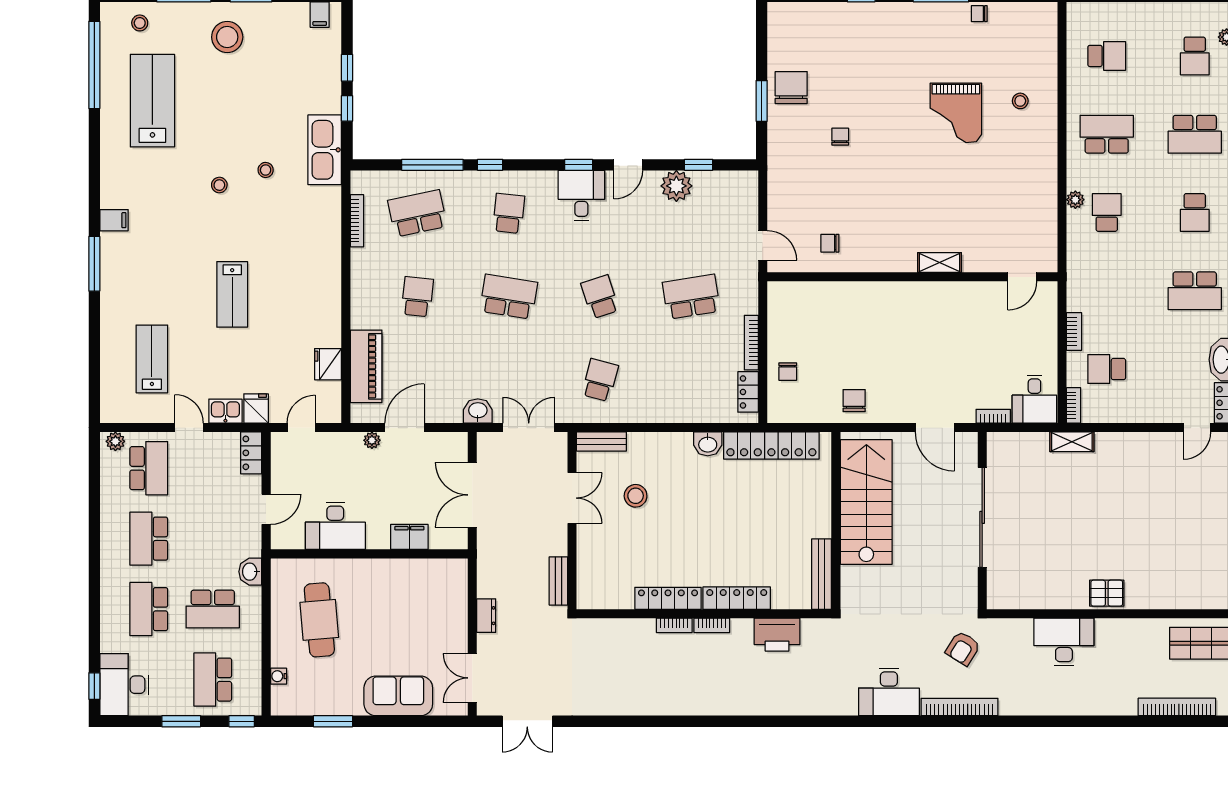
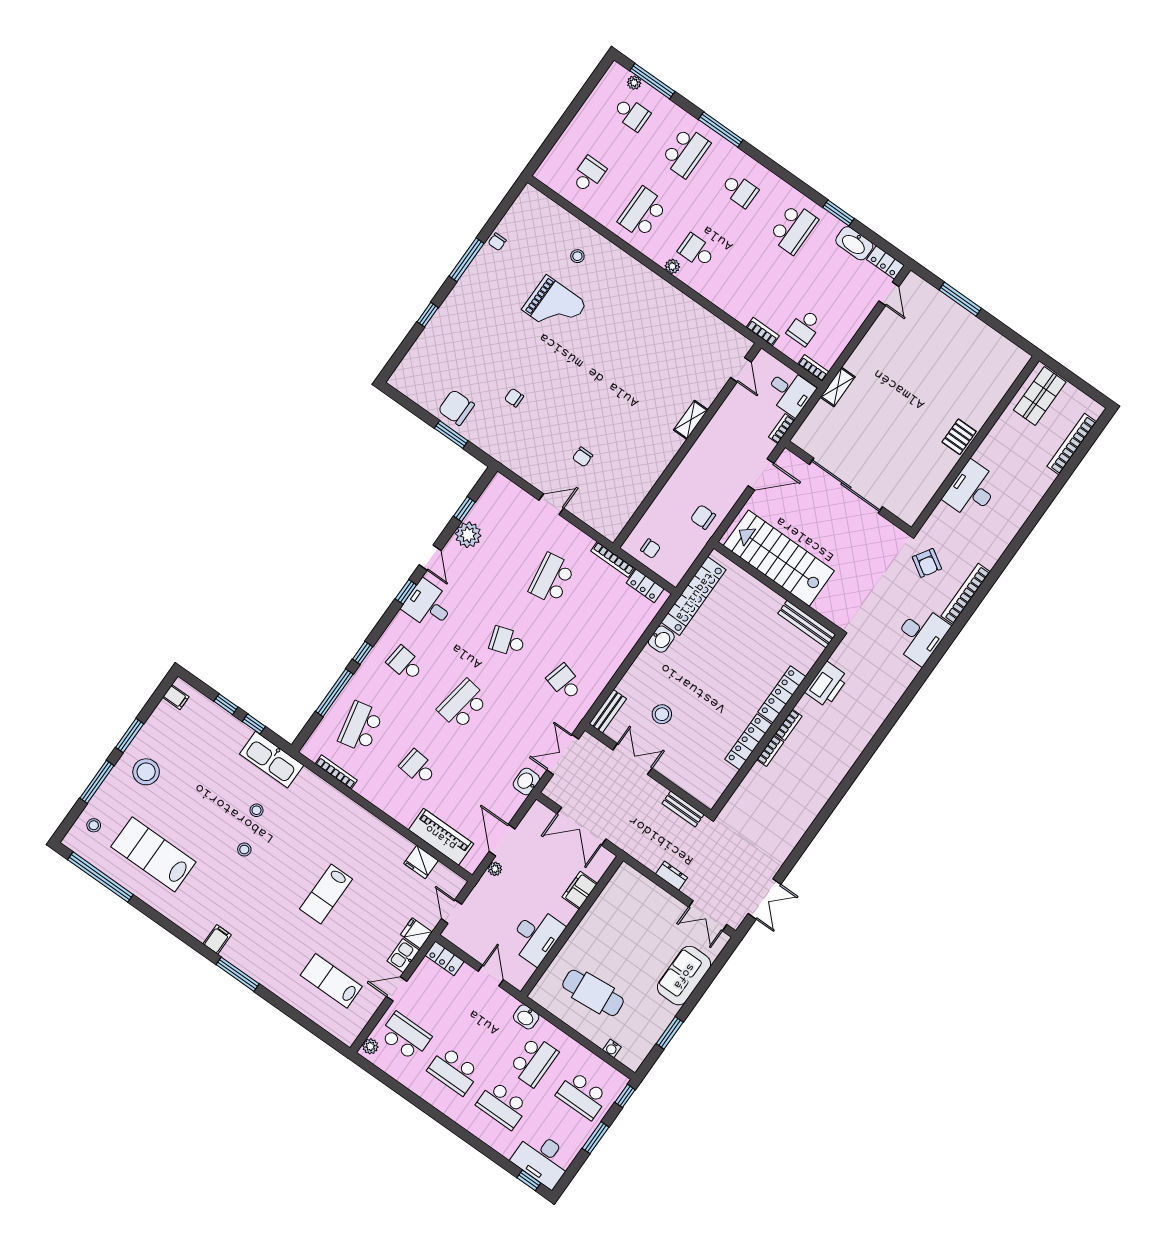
shelving: (940, 263) -> (691, 420), moved
wall: (912, 277) -> (687, 446), moved
door: (1022, 277) -> (741, 370), moved
lab bench: (232, 294) -> (326, 894), turned 90

